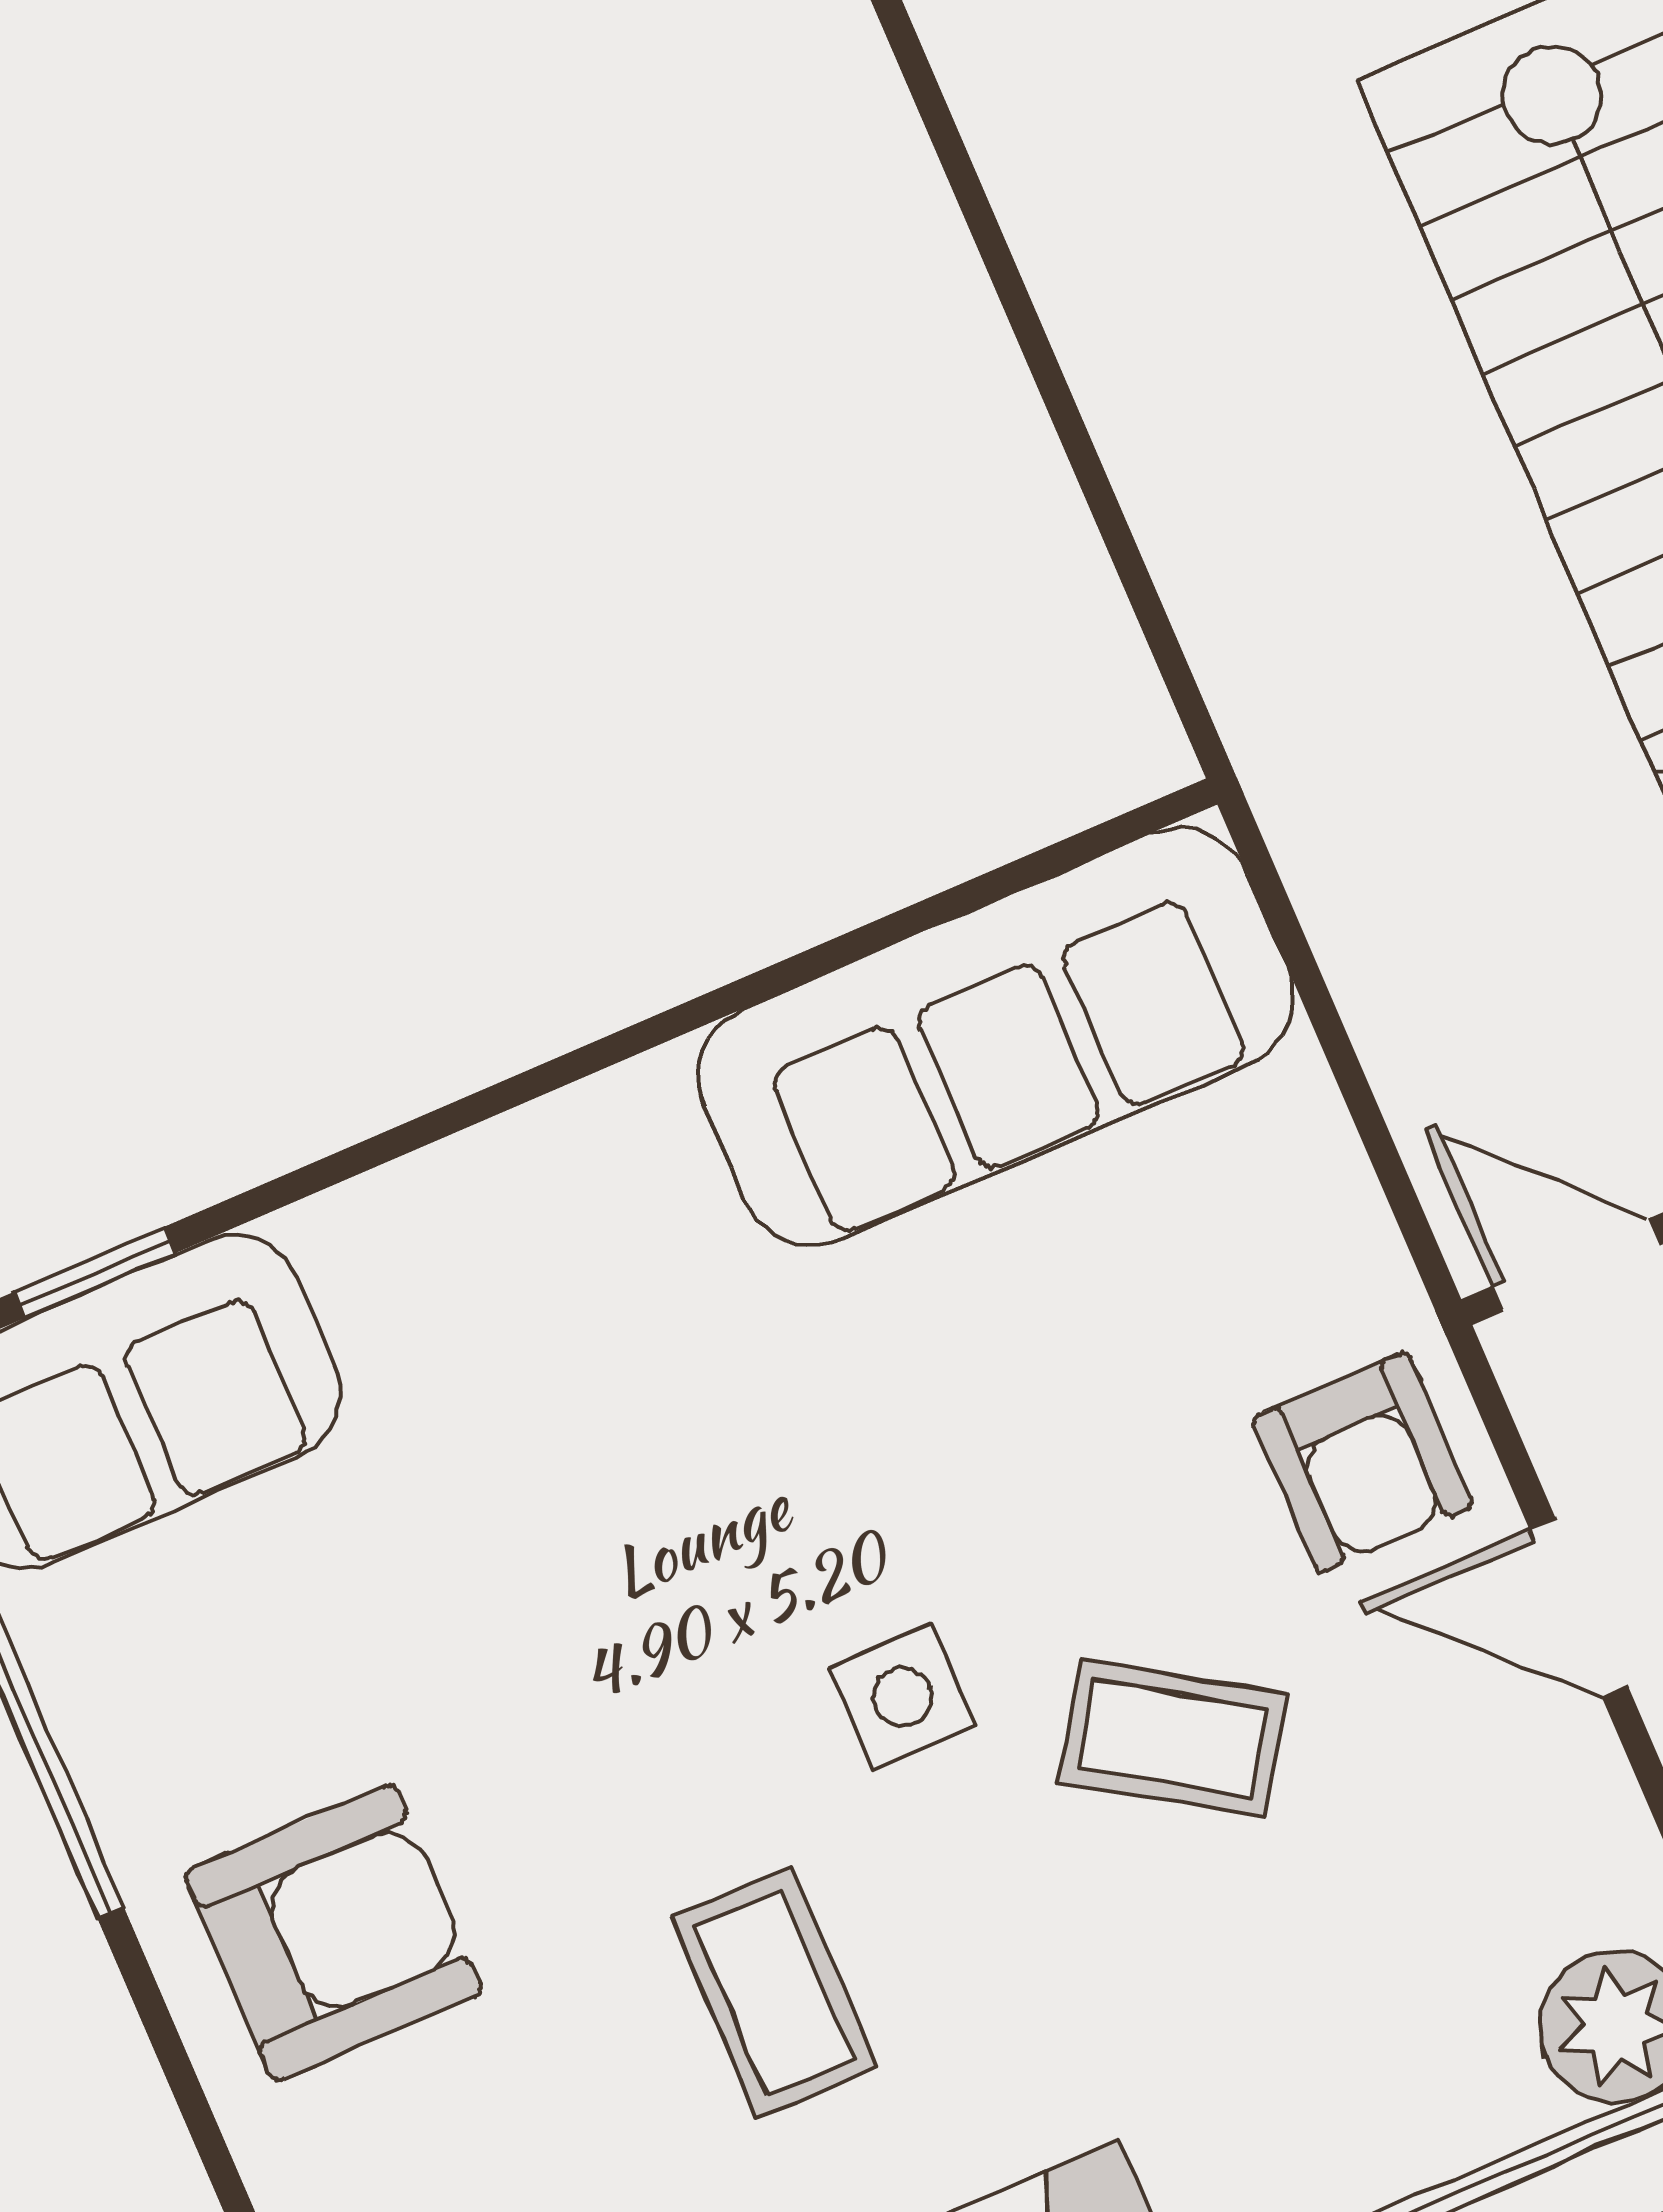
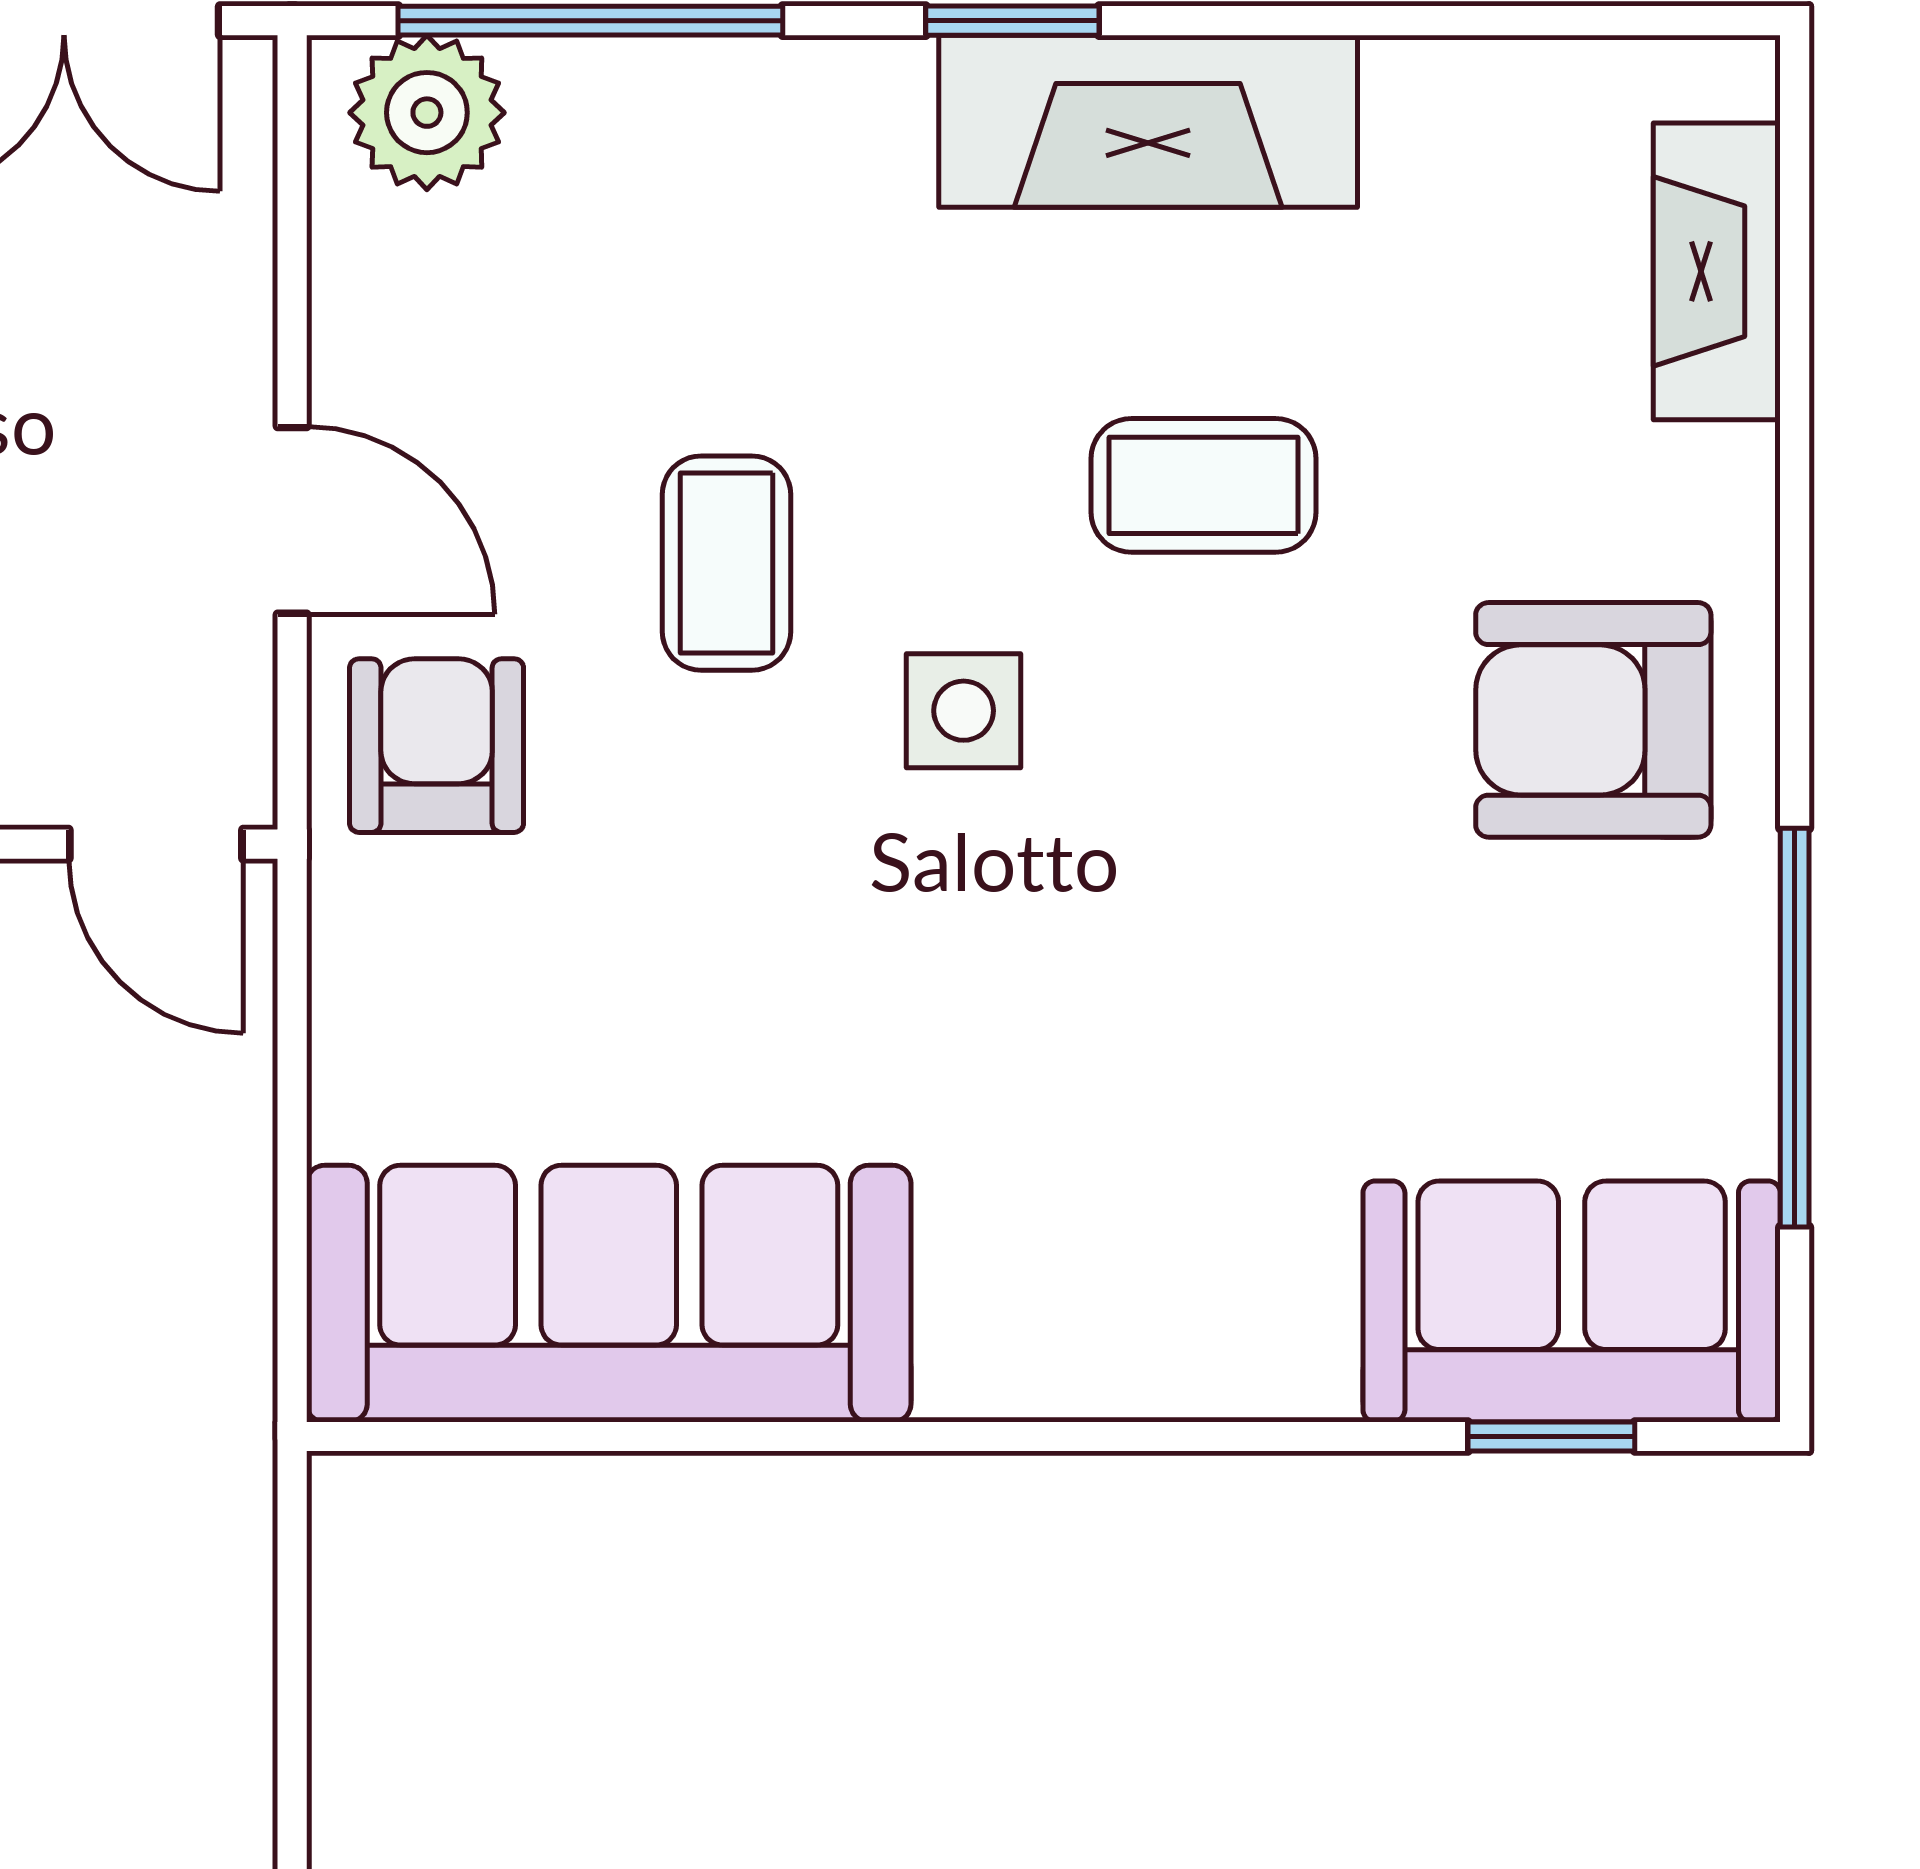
coffee table: (1172, 1738) -> (726, 563), turned 57
coffee table: (774, 1992) -> (1204, 485), turned 90

